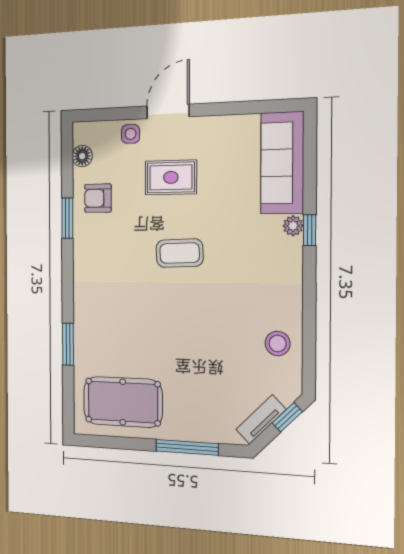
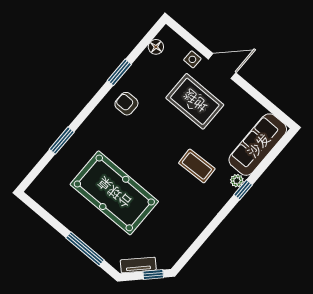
rug: (171, 177) -> (195, 101), width x1.36, depth x1.43
armchair: (98, 198) -> (126, 104), moved
coffee table: (180, 253) -> (197, 166), moved
stool: (278, 343) -> (179, 233), removed
pool table: (123, 402) -> (114, 193), moved, width x1.36, depth x1.32

